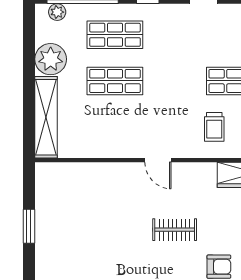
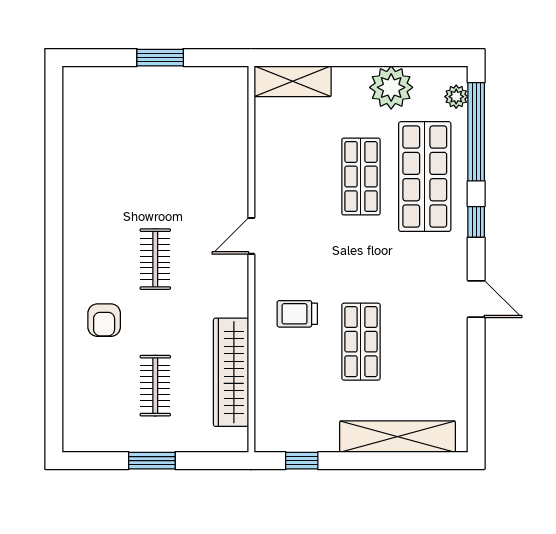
shop shelf: (115, 35) -> (425, 177), width x1.43, depth x1.36
shelving: (46, 117) -> (293, 81), width x0.68

